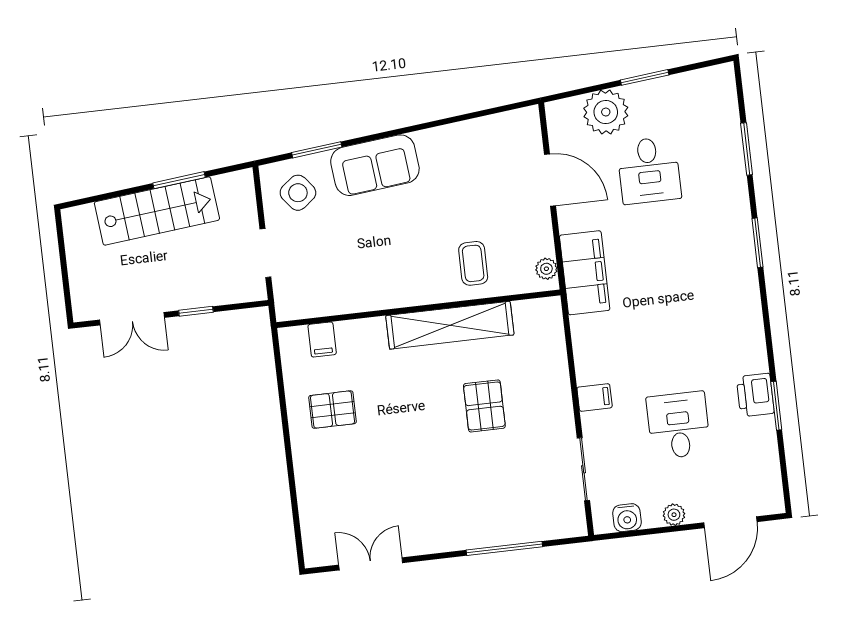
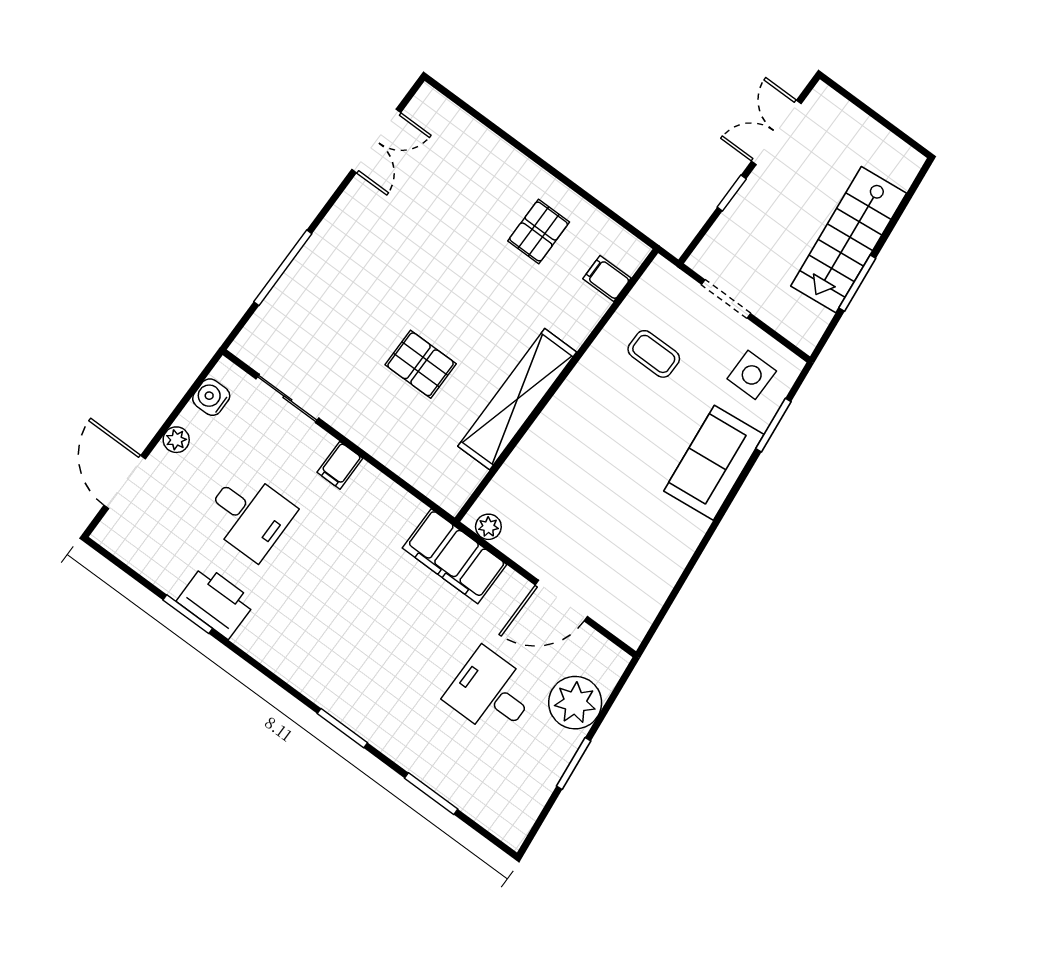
side table: (298, 193) -> (752, 375), turned 38
coffee table: (473, 263) -> (654, 354), moved
printer: (755, 395) -> (216, 602), width x1.37, depth x1.19

